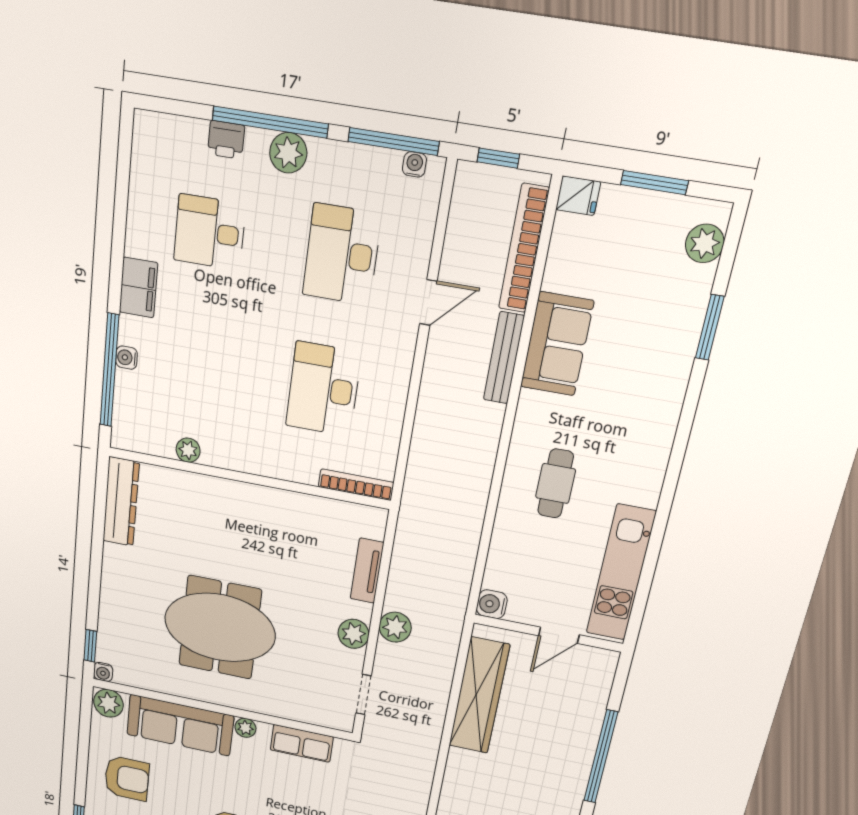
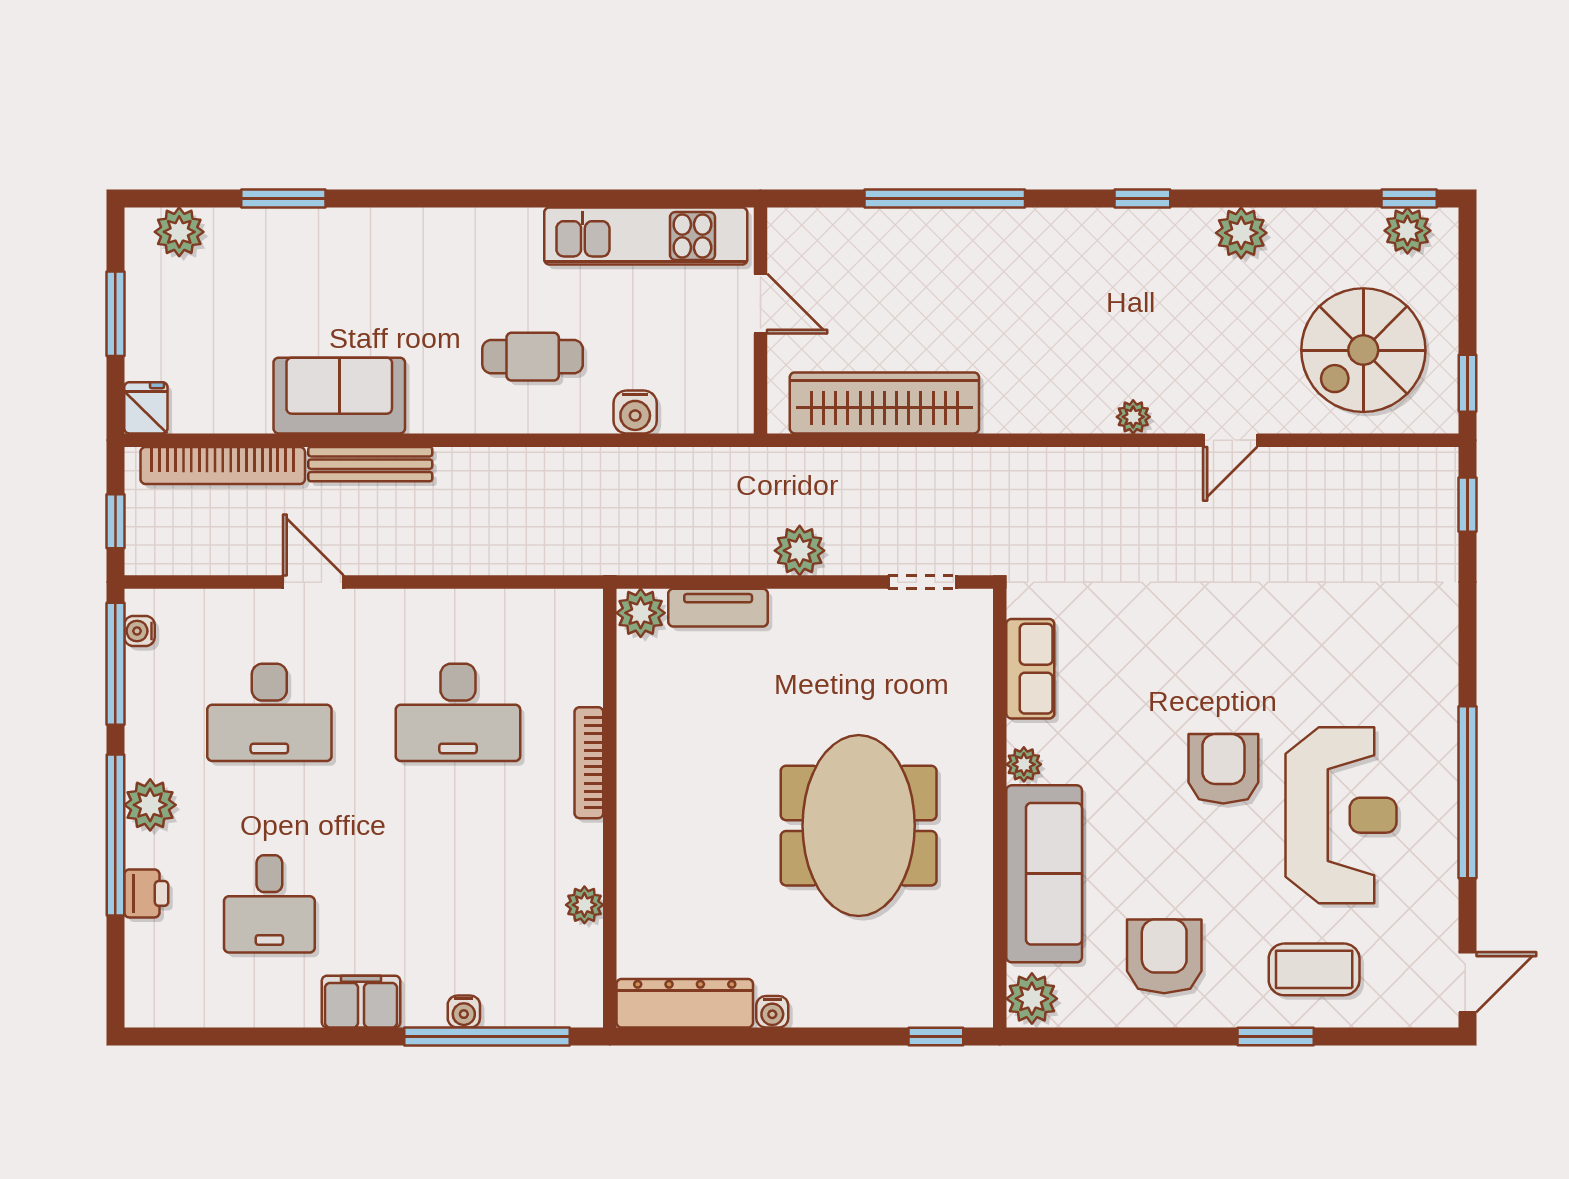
bookcase: (356, 485) -> (589, 763), moved
water cooler: (492, 604) -> (635, 412), moved
plant: (353, 634) -> (641, 613), moved
water cooler: (103, 672) -> (772, 1012), moved, turned 90

